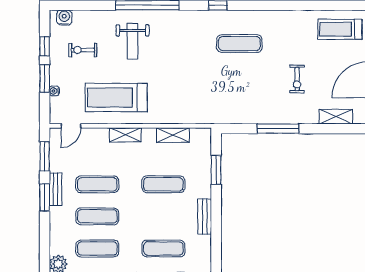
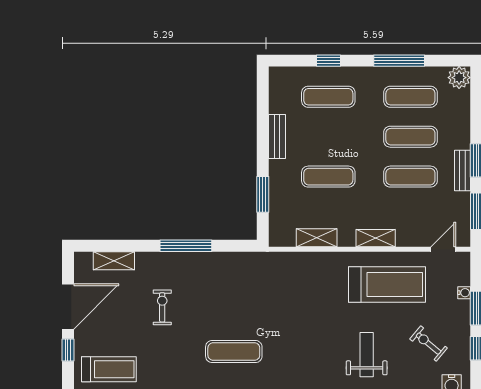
exercise bike: (83, 50) -> (429, 344), turned -140

